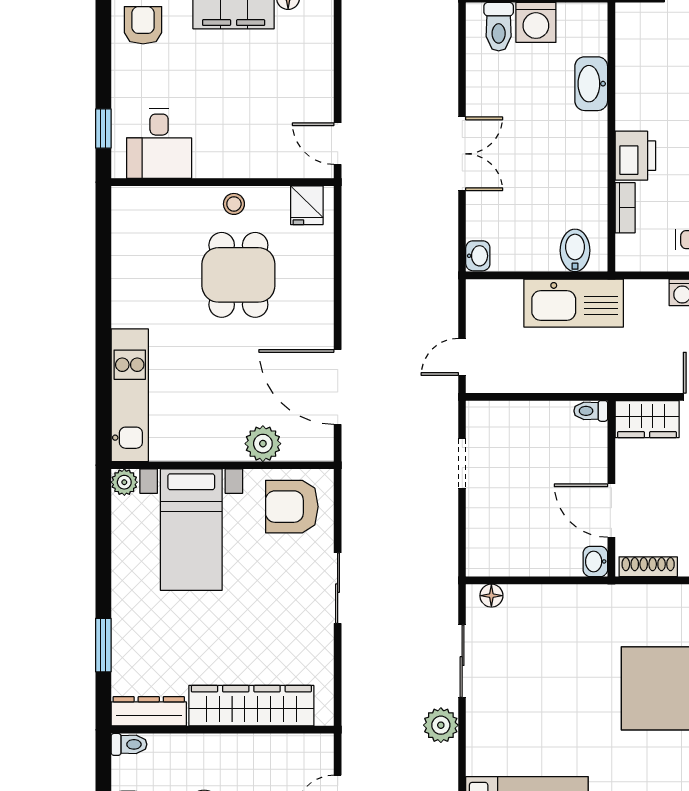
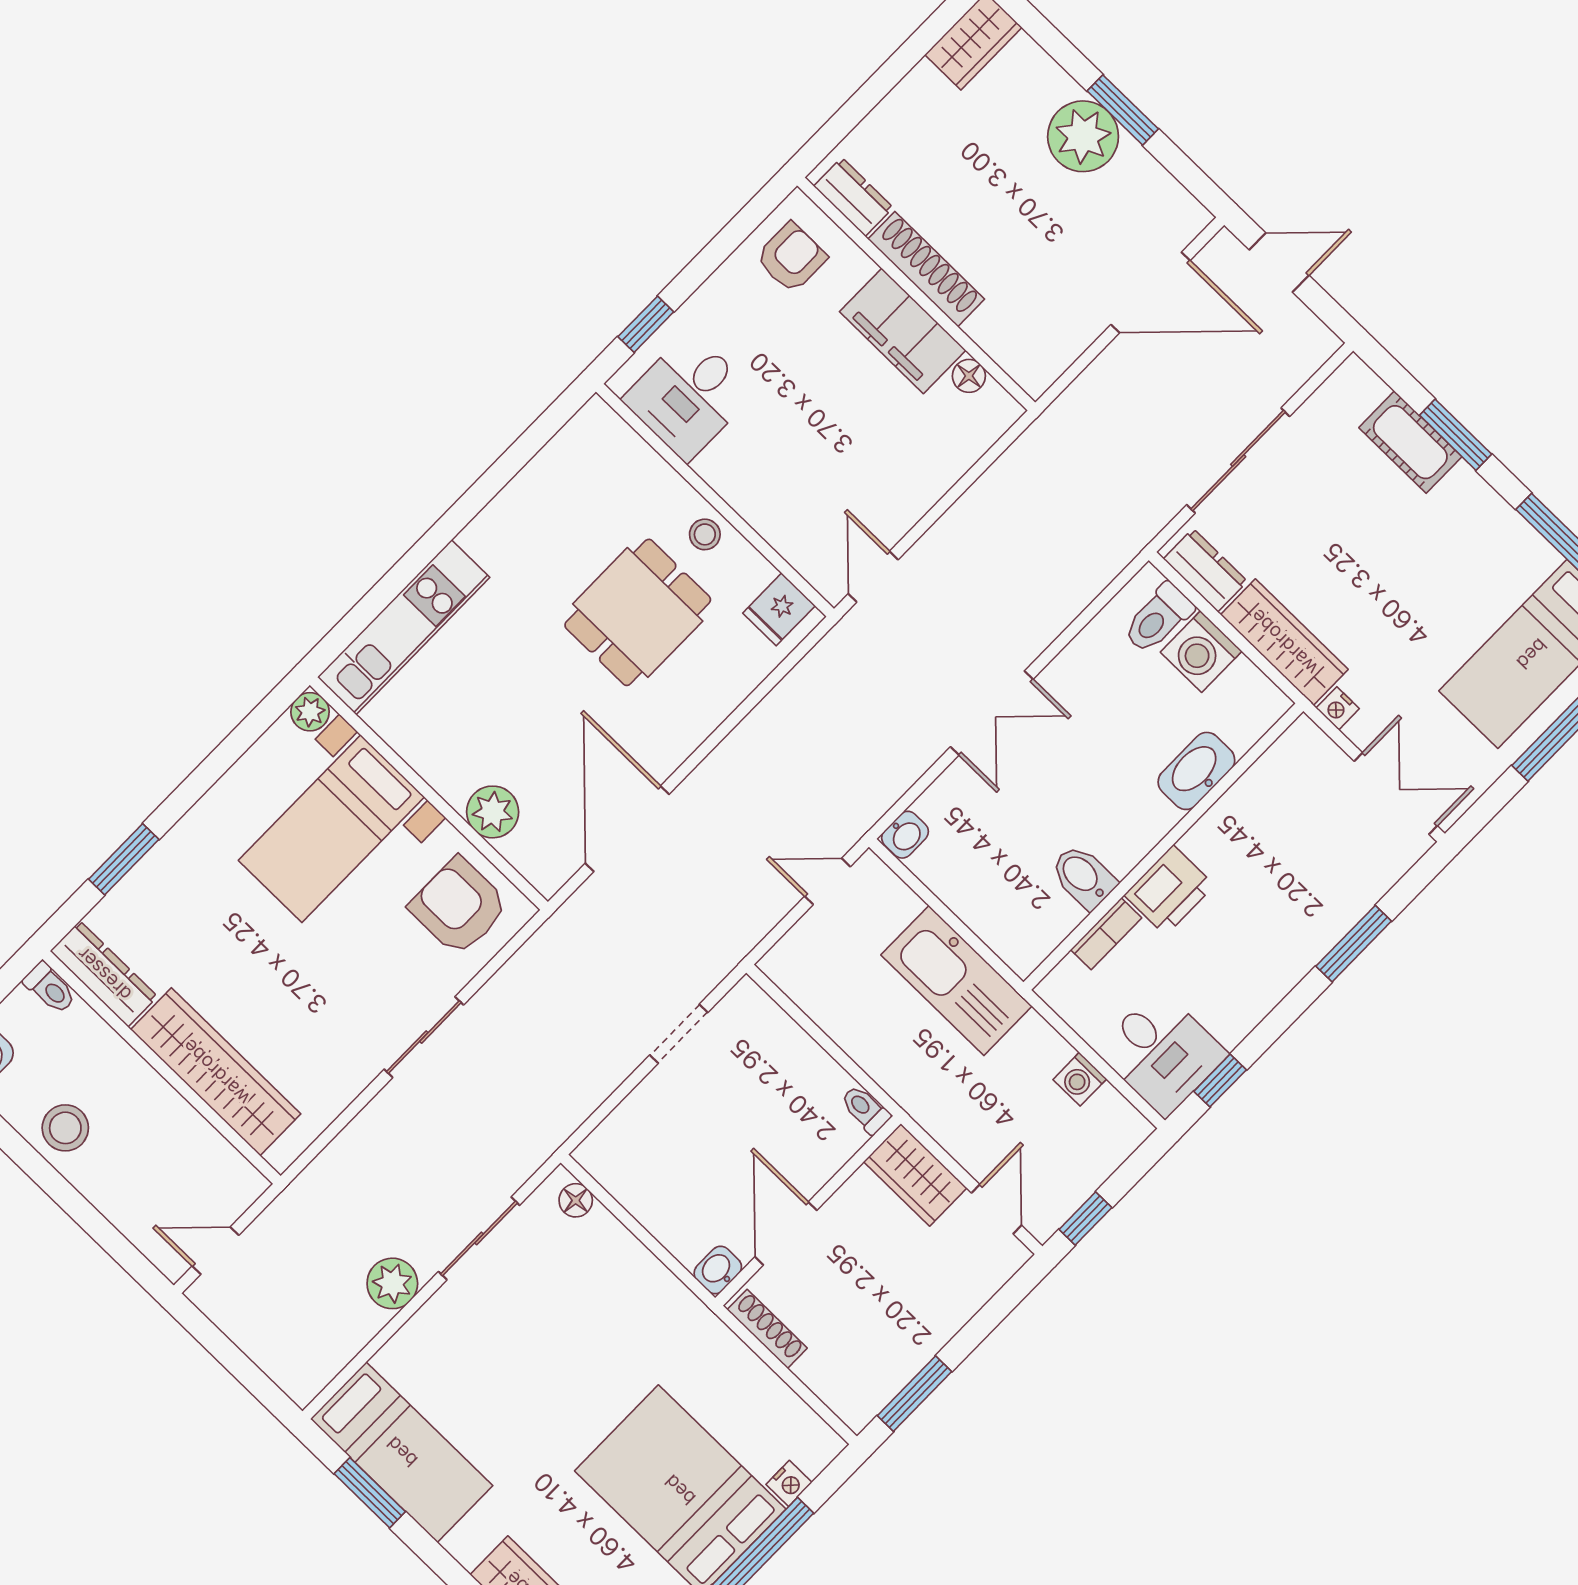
bidet: (575, 250) -> (1083, 877), moved, turned -90
door: (462, 357) -> (827, 881), moved

